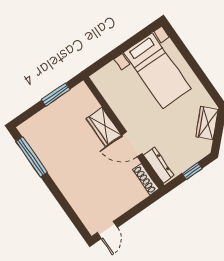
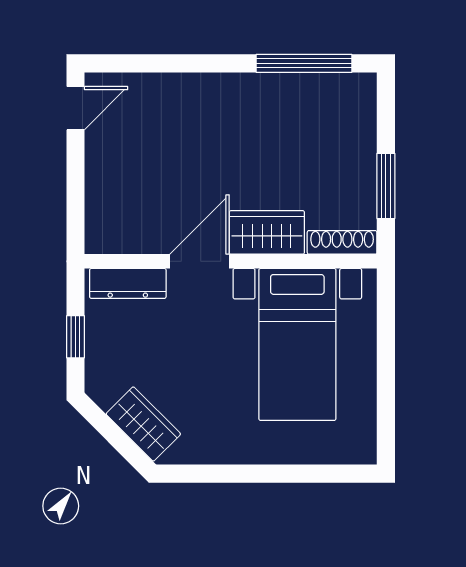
bed with nightstands: (157, 71) -> (297, 344), moved, turned -90
shoe rack: (146, 179) -> (342, 242), moved
door: (107, 230) -> (75, 108), swing flipped

